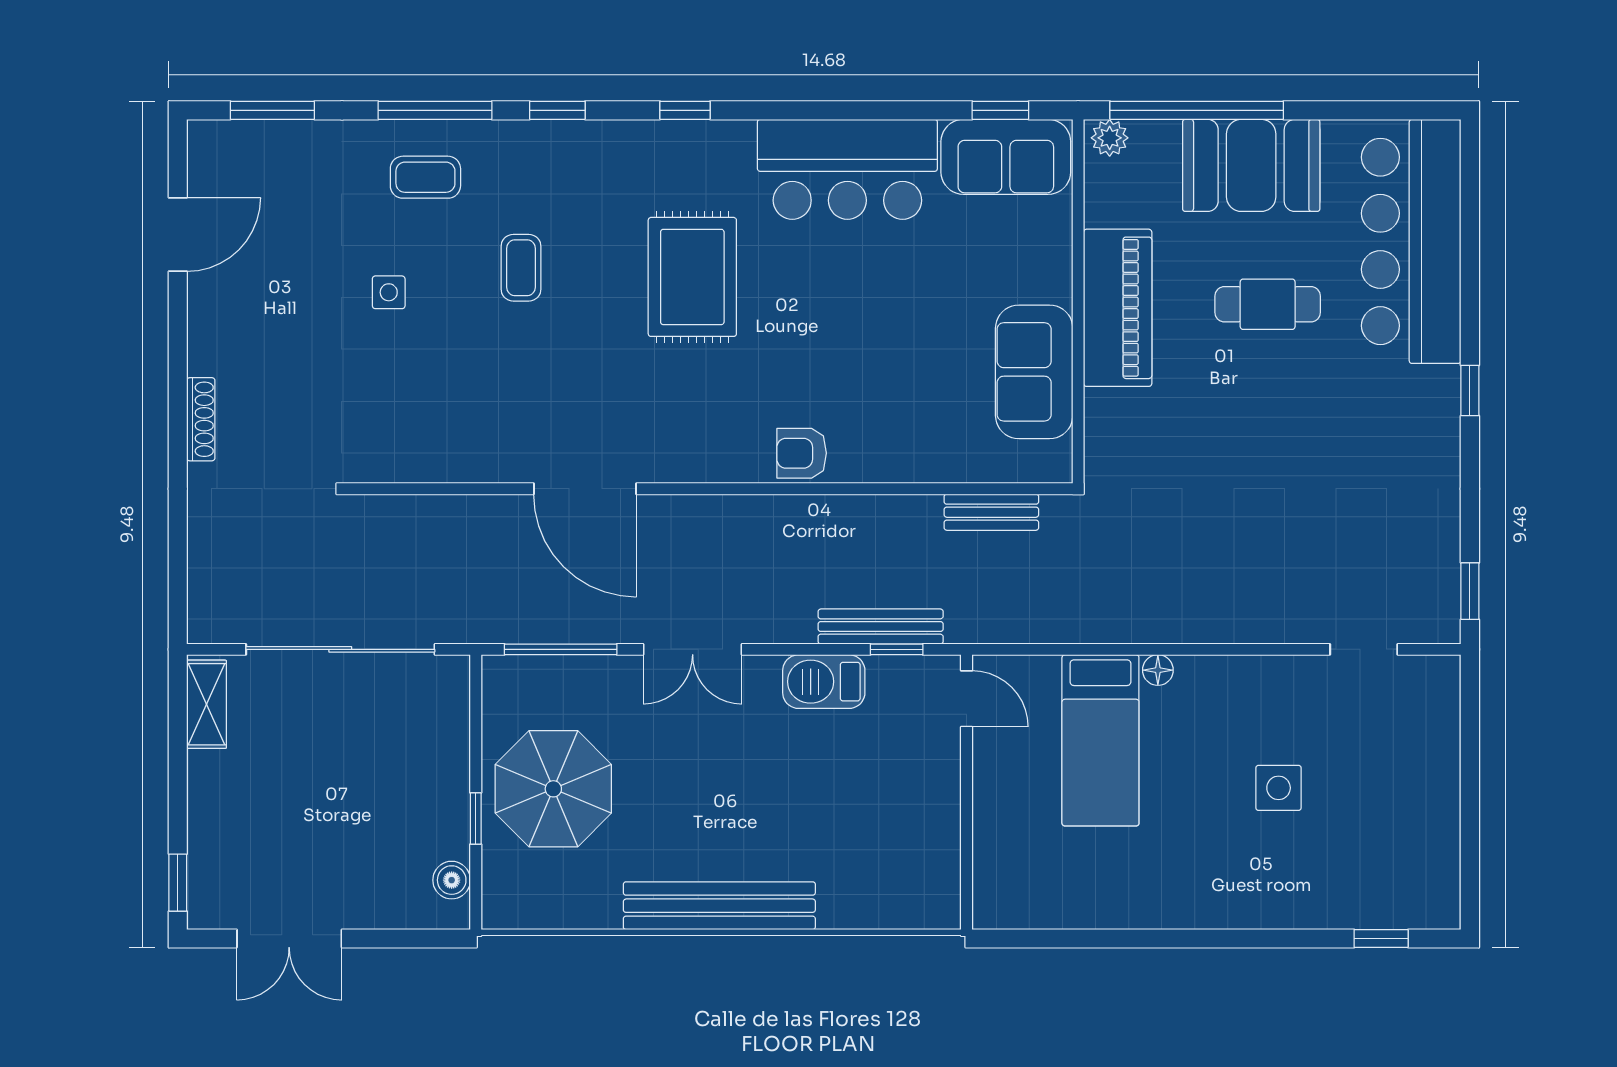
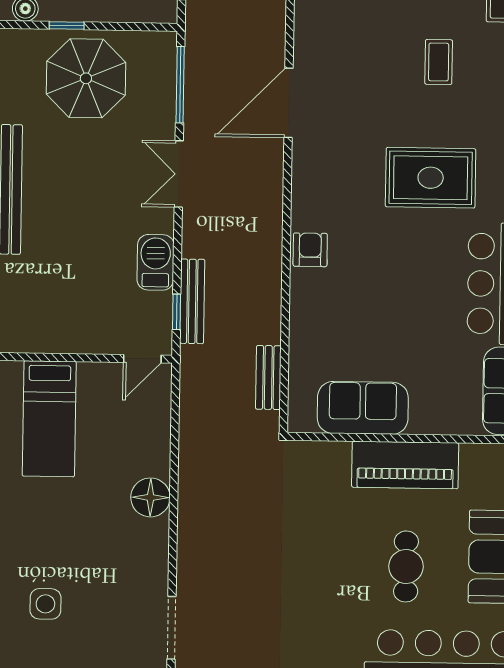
coffee table: (521, 268) -> (439, 62), turned 90
doorway: (1364, 649) -> (172, 628), width x1.38
floor lamp: (1158, 670) -> (150, 497), width x1.89, depth x1.89
bed: (1100, 740) -> (49, 419), moved, turned -90
side table: (1279, 788) -> (45, 604), moved

